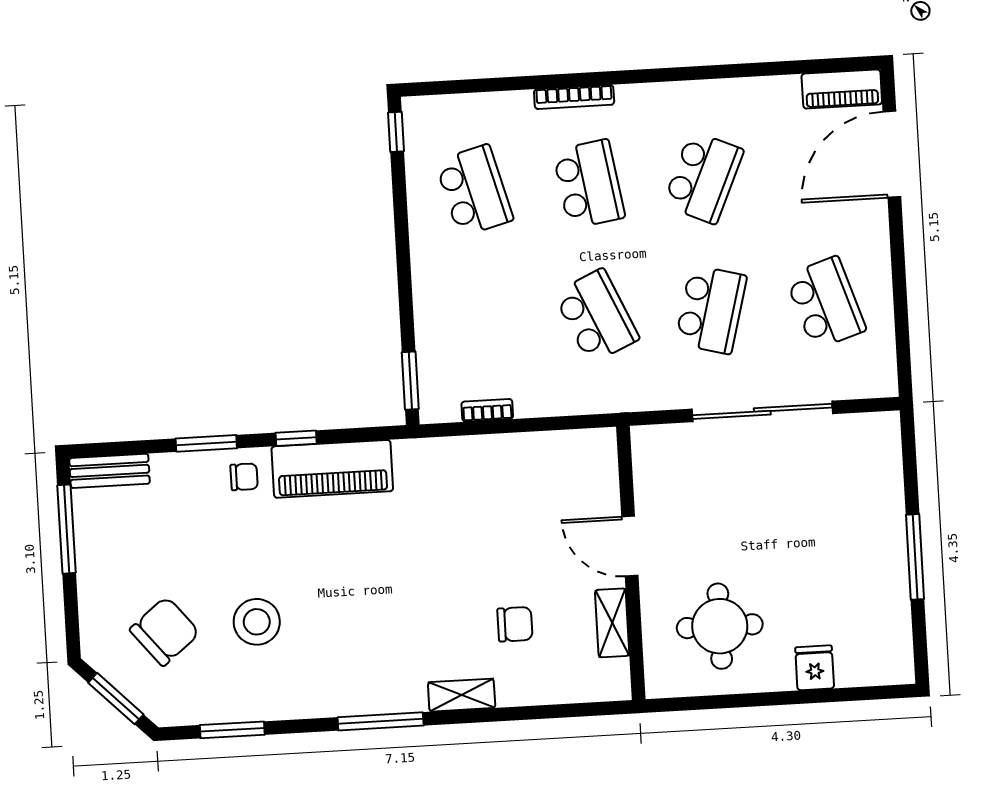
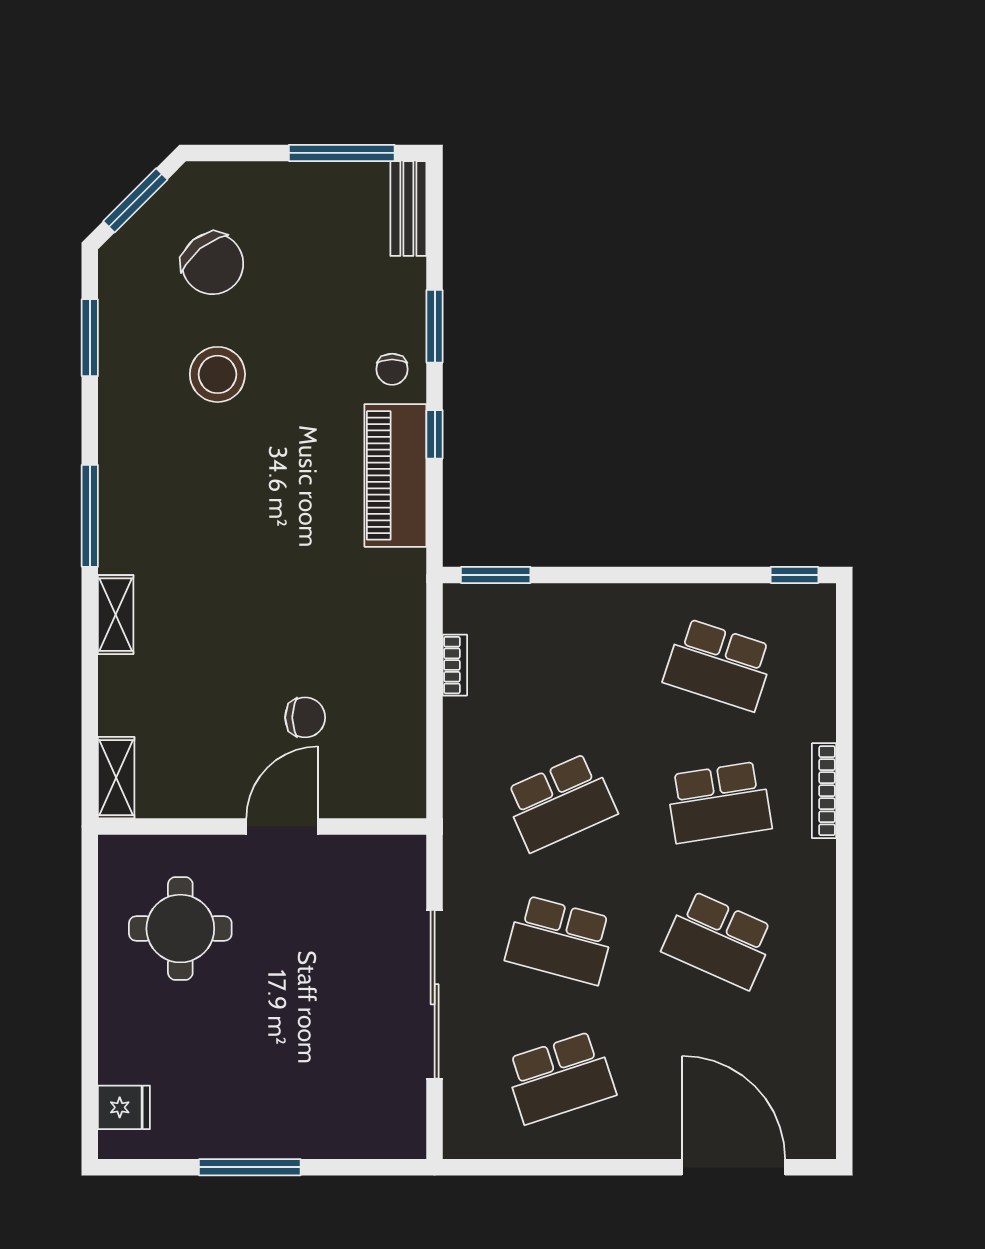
piano: (842, 89) -> (815, 1112), removed
school desk: (474, 191) -> (719, 665), turned 33
shelving: (612, 623) -> (116, 778), moved, turned 90
chair: (515, 624) -> (305, 717), moved, turned -90
fridge: (815, 668) -> (124, 1107), moved

